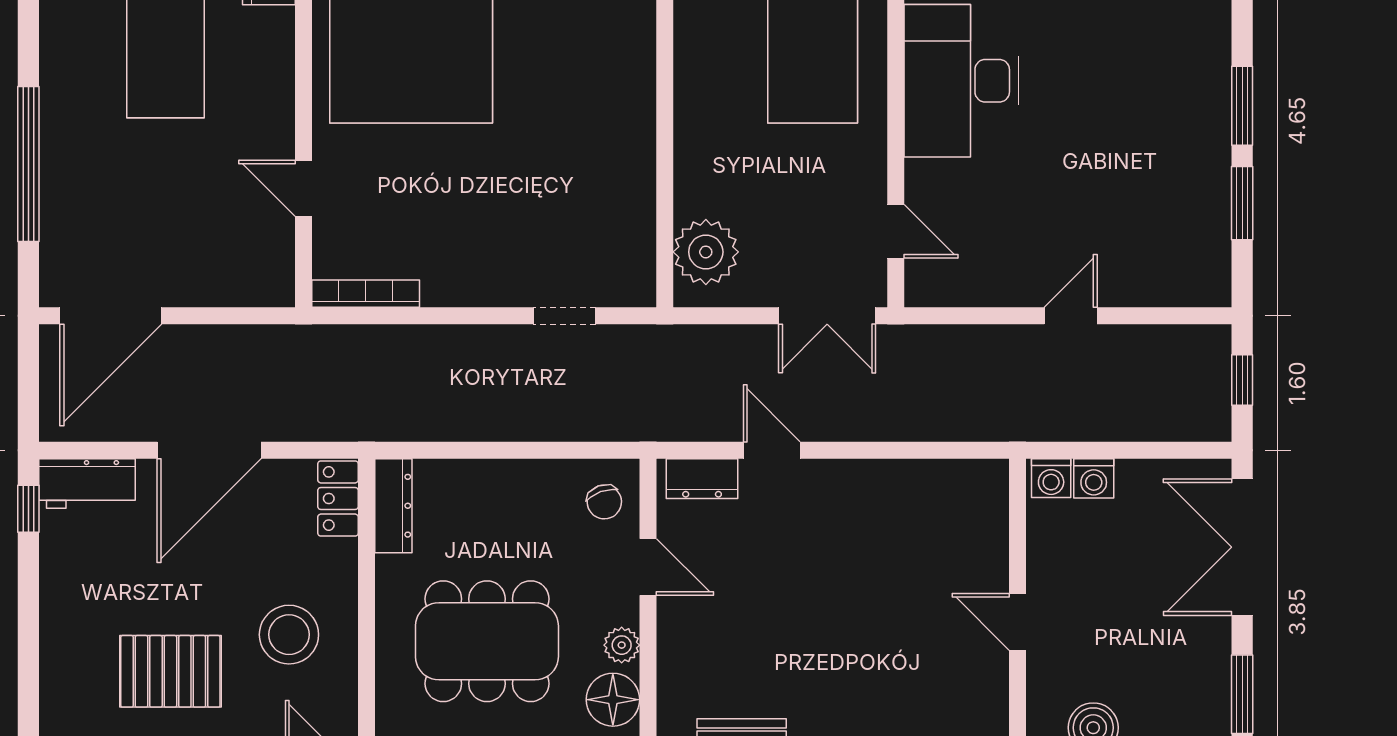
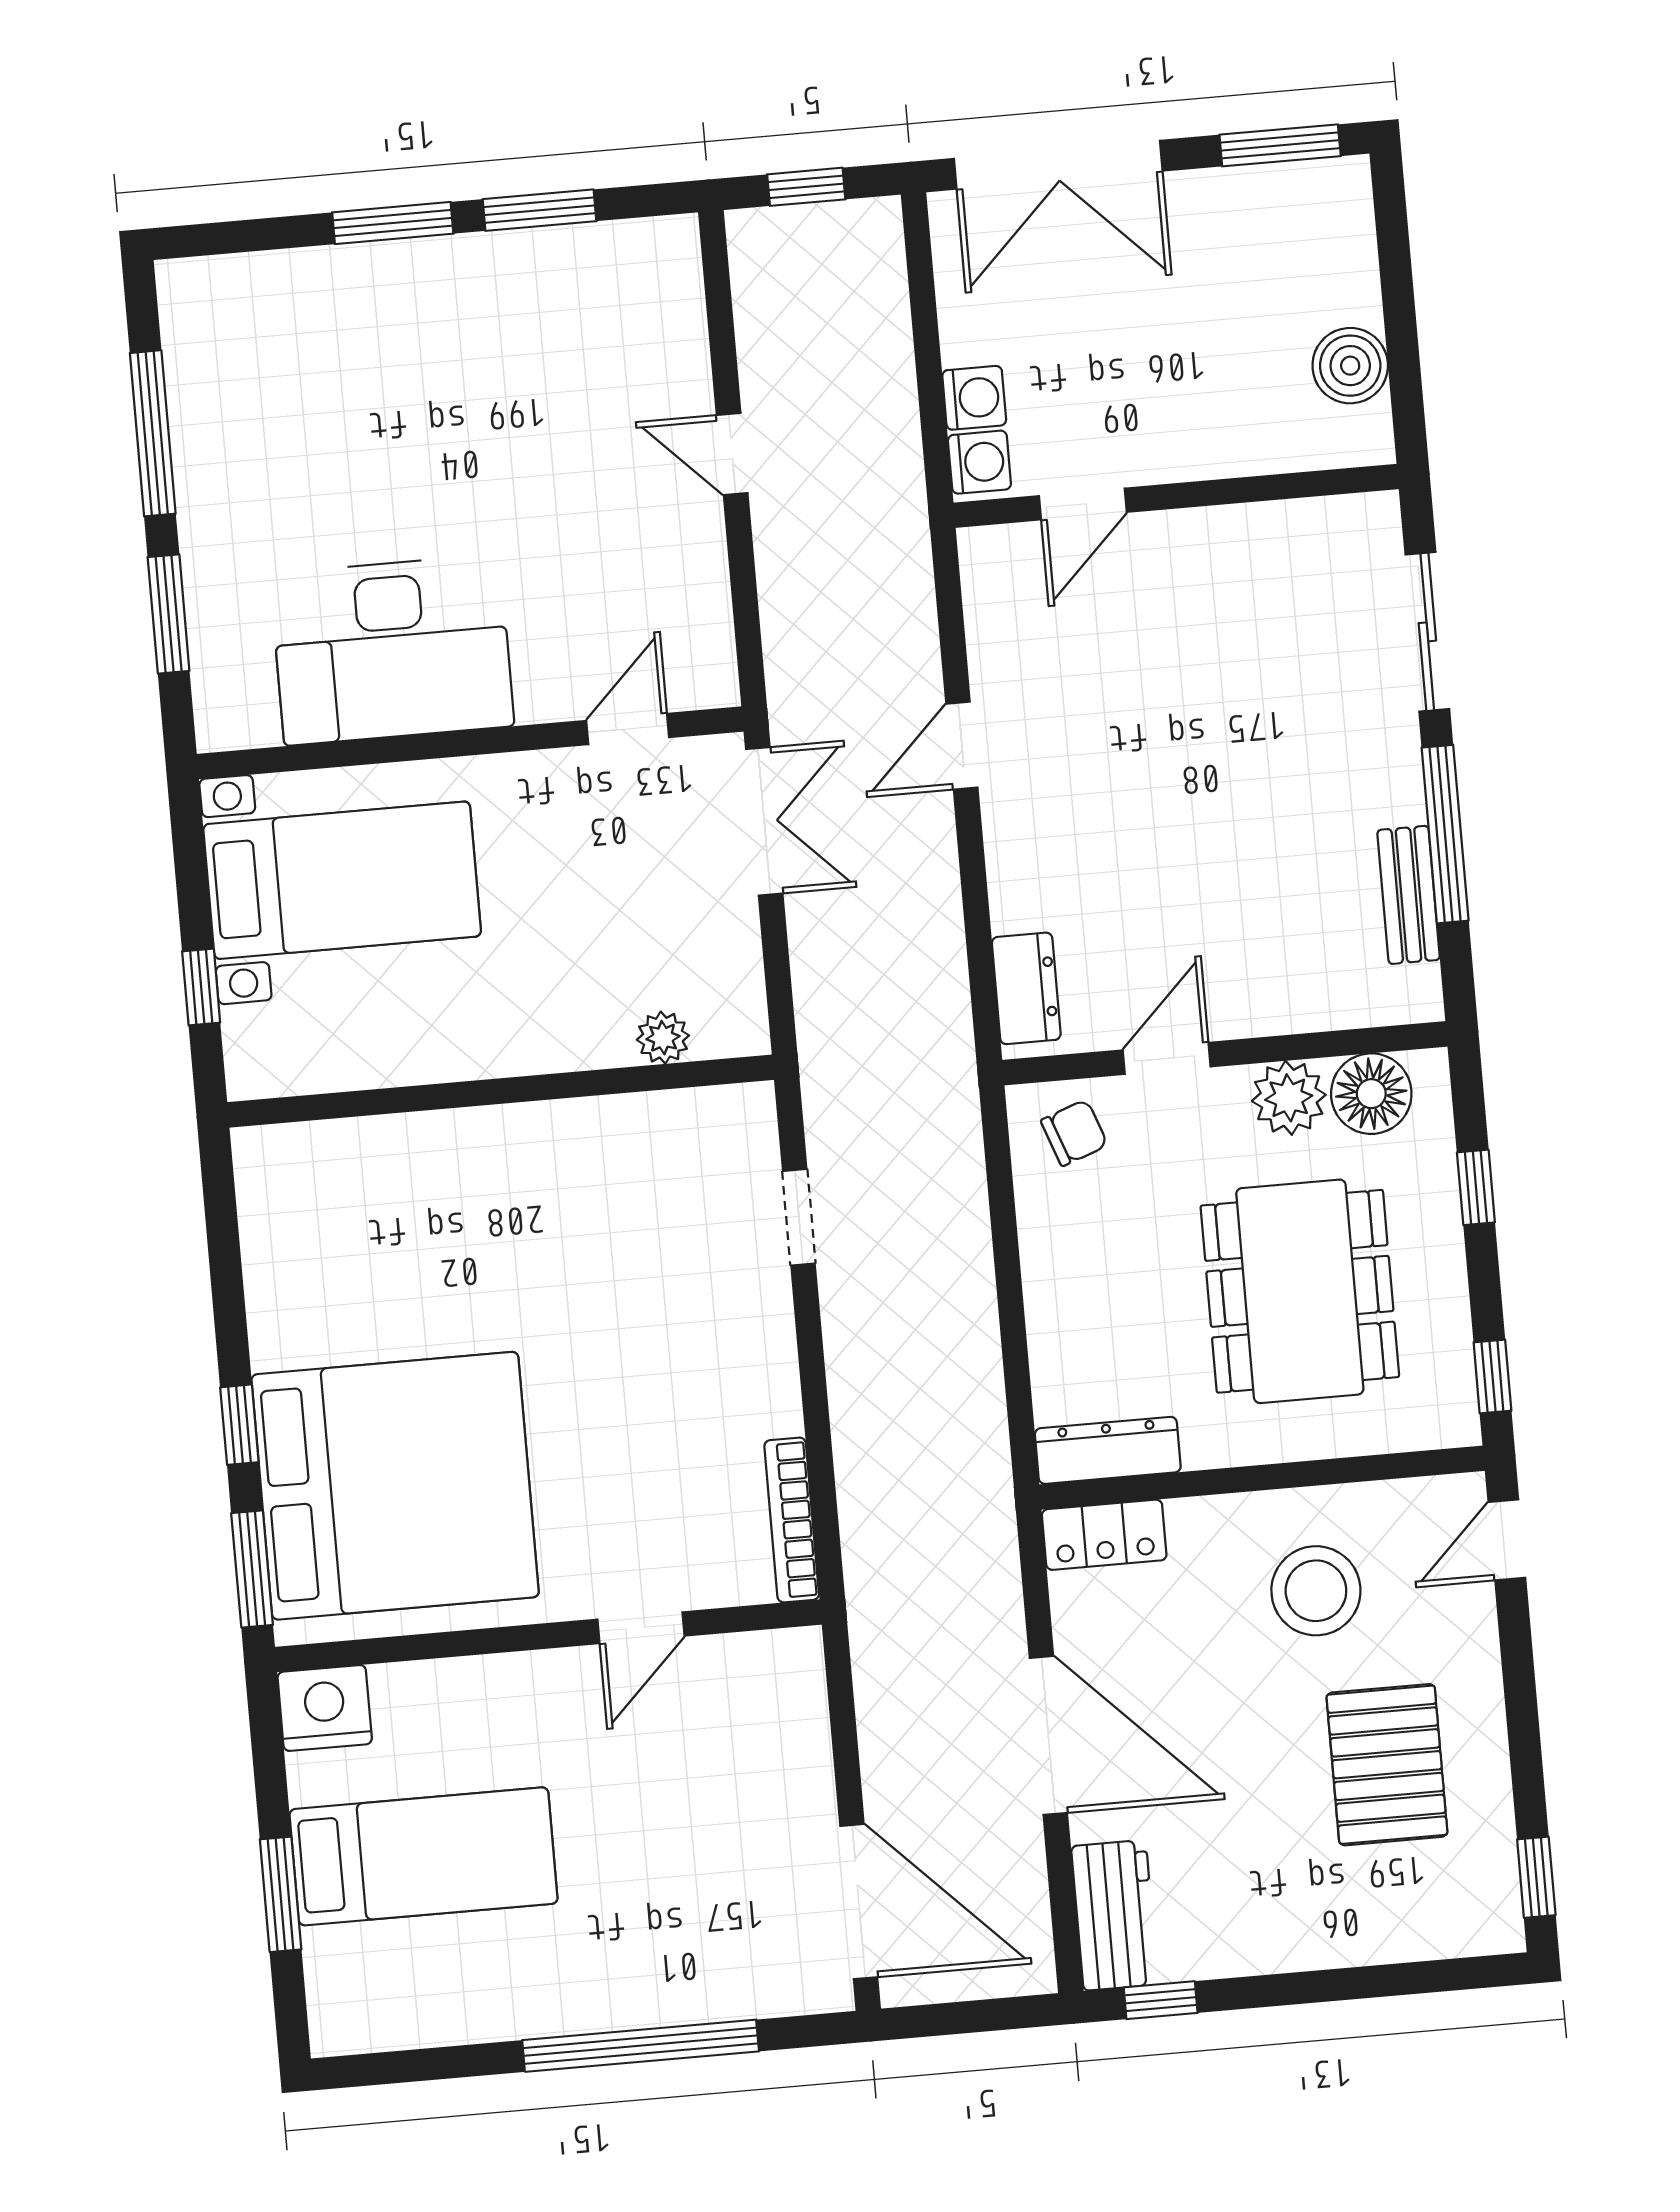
plant: (706, 252) -> (663, 1038), width x0.53, depth x0.53
door: (772, 450) -> (962, 746), moved
door: (1018, 622) -> (1083, 504), moved
plant: (622, 645) -> (1289, 1098), width x1.38, depth x1.38

